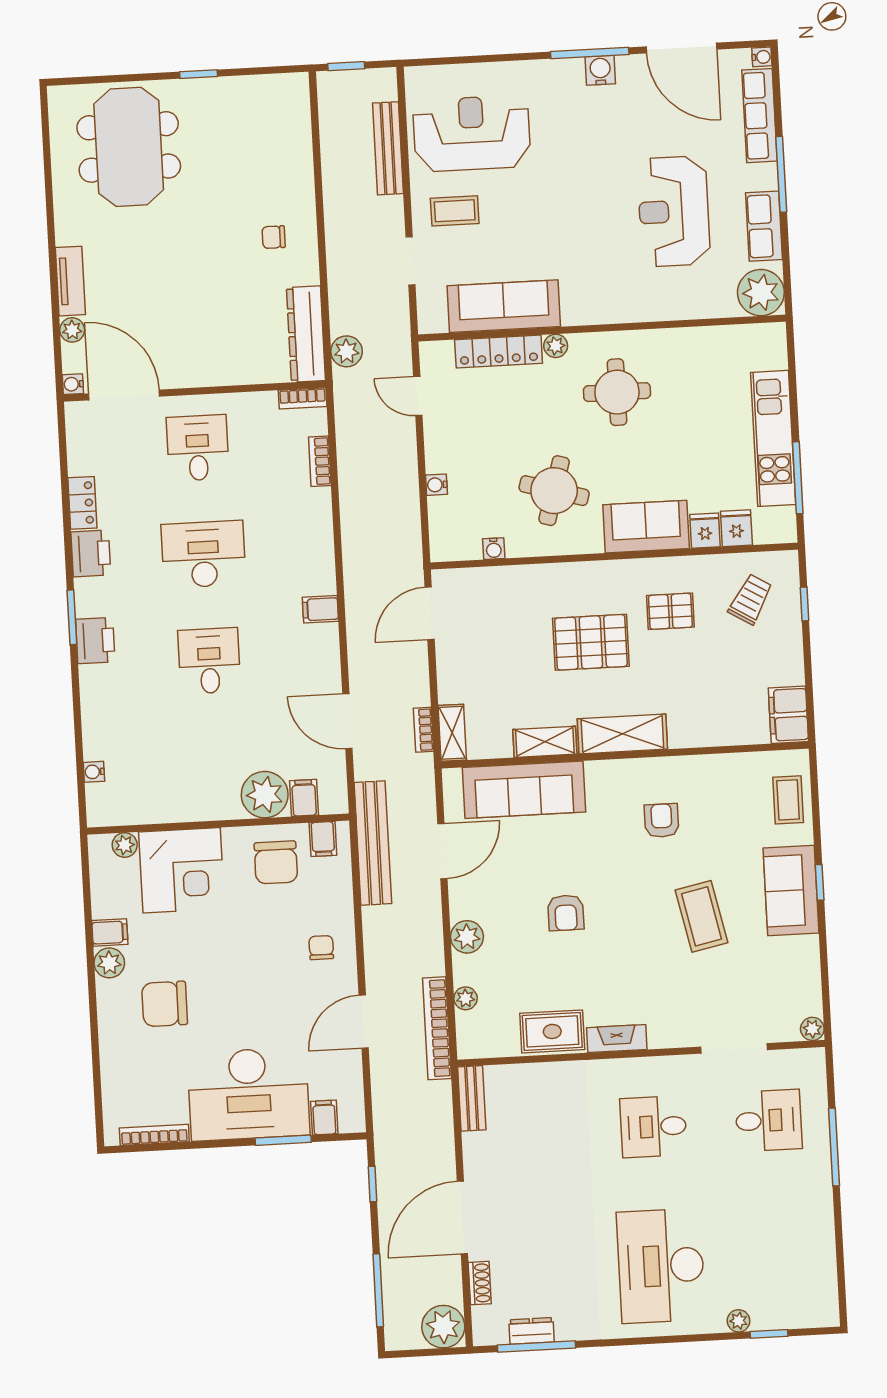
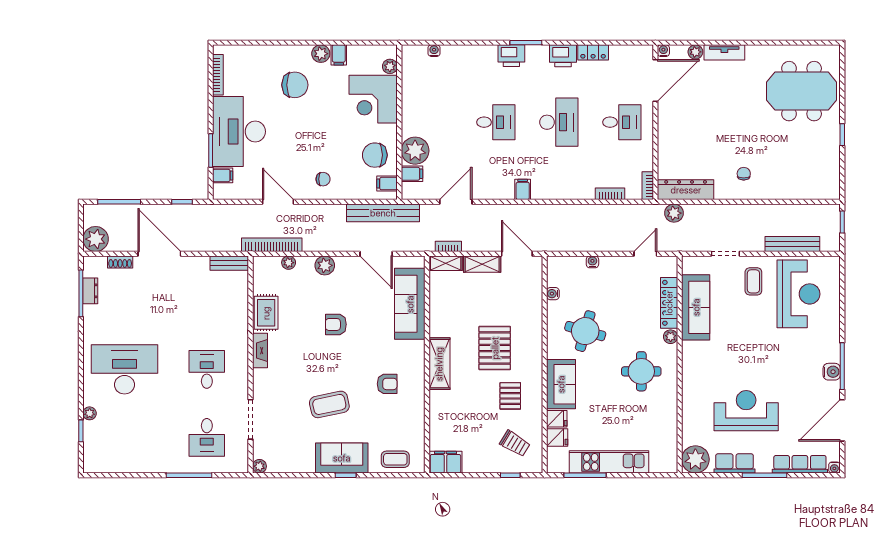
shelving: (545, 742) -> (482, 264), moved, turned 90
chair: (165, 1004) -> (295, 85), turned 90

